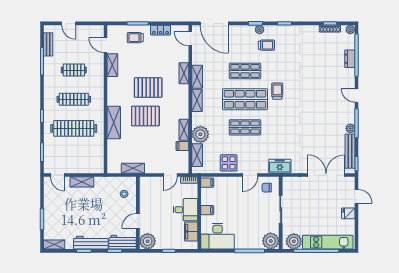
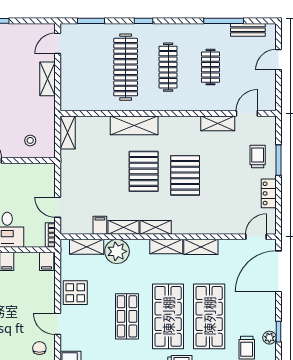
shop shelf: (245, 71) -> (209, 316), width x1.43, depth x1.36
shelving: (184, 73) -> (156, 227), moved
shelving: (133, 168) -> (68, 132), moved

